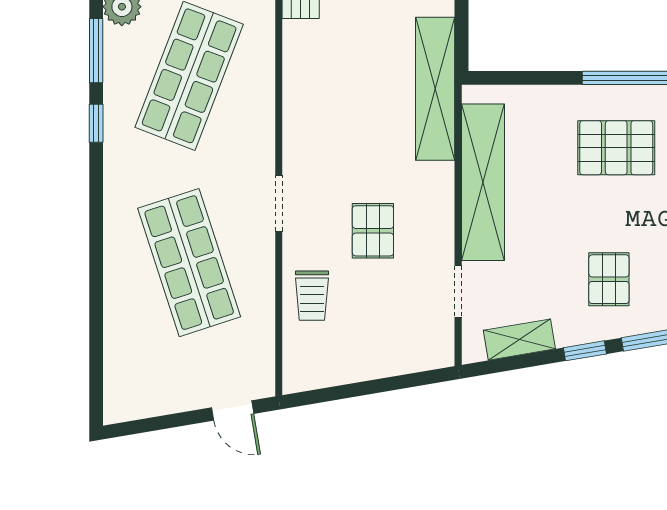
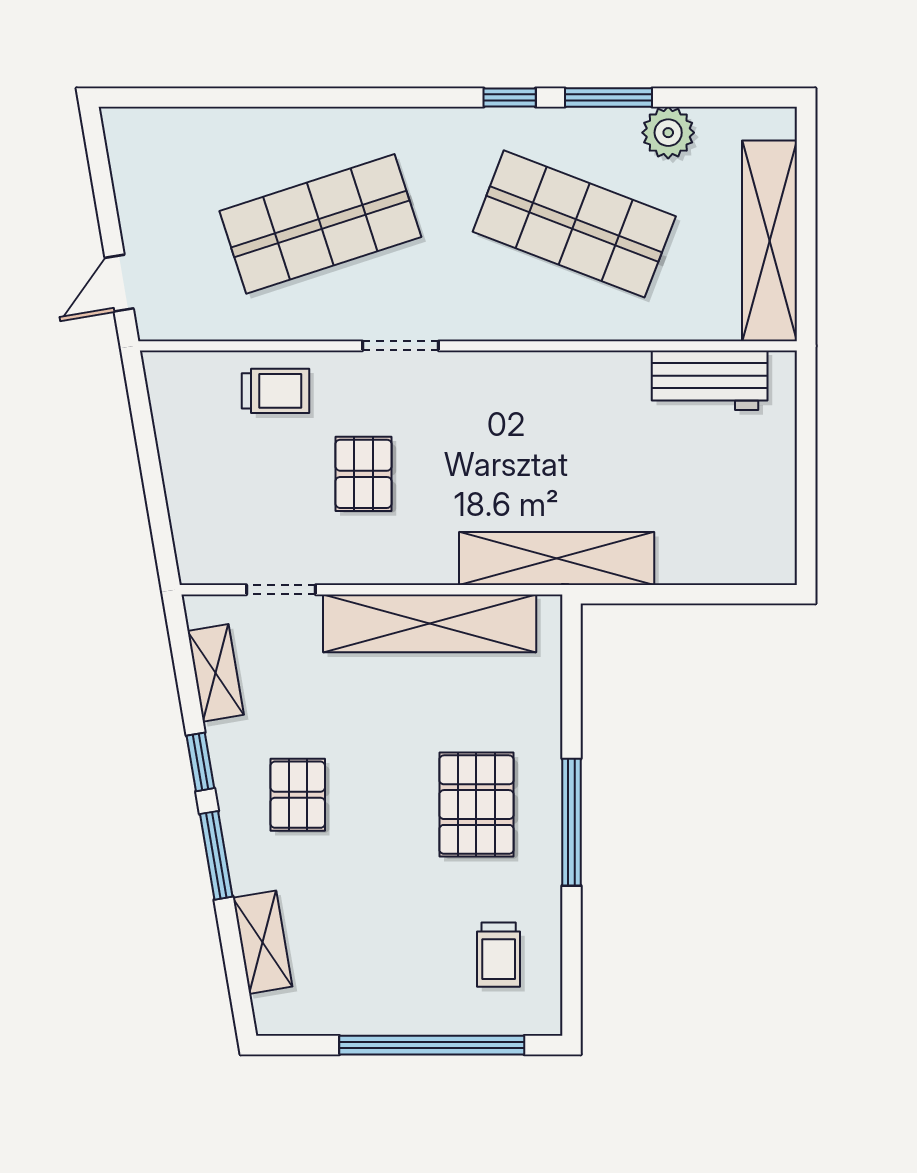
pallet: (373, 231) -> (364, 474), turned 90
pallet: (609, 279) -> (298, 795), turned 90
trolley: (312, 296) -> (275, 391), turned 180

